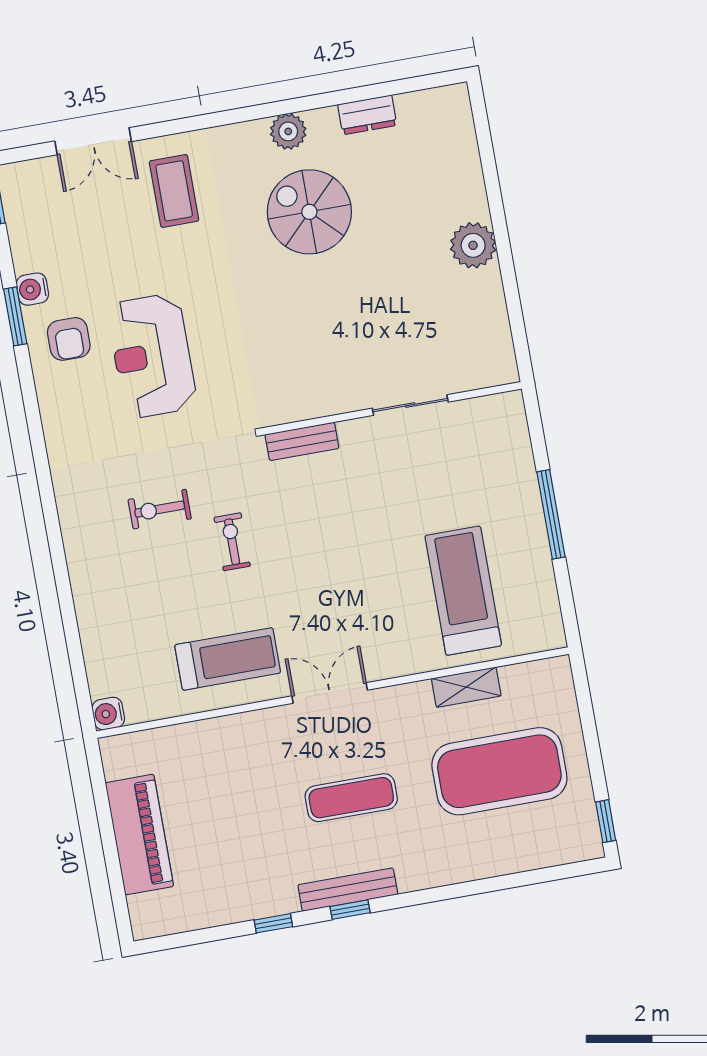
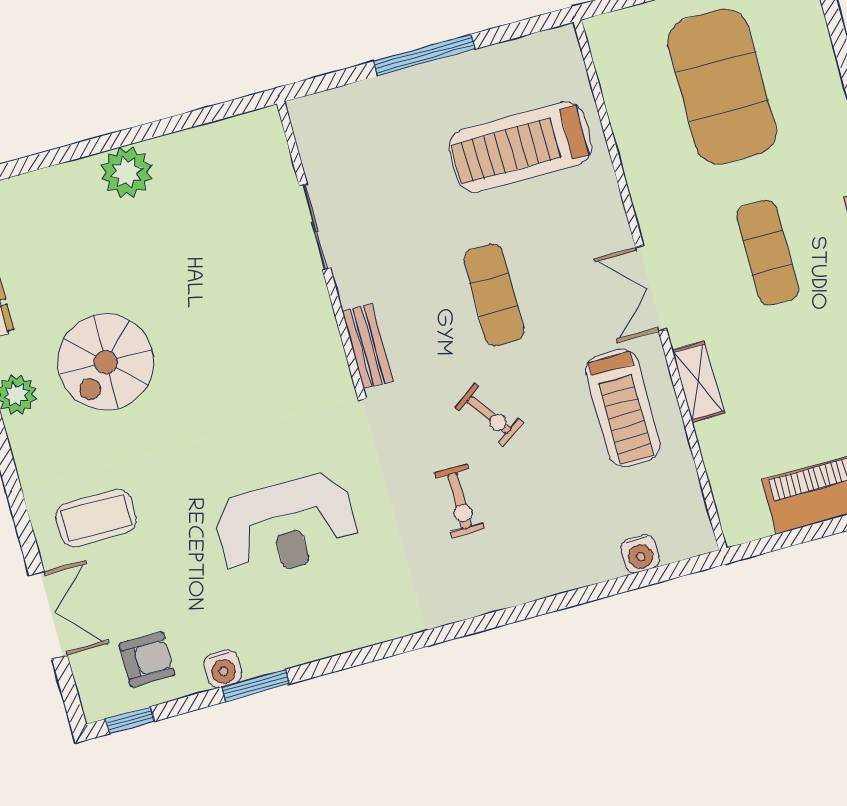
armchair: (69, 339) -> (147, 659), moved
exercise bike: (232, 542) -> (489, 415), turned -126
exercise mat: (336, 556) -> (494, 295), added
treadmill: (228, 659) -> (623, 408), turned 180
shelving: (466, 687) -> (698, 382), moved
water cooler: (108, 714) -> (640, 554), moved

